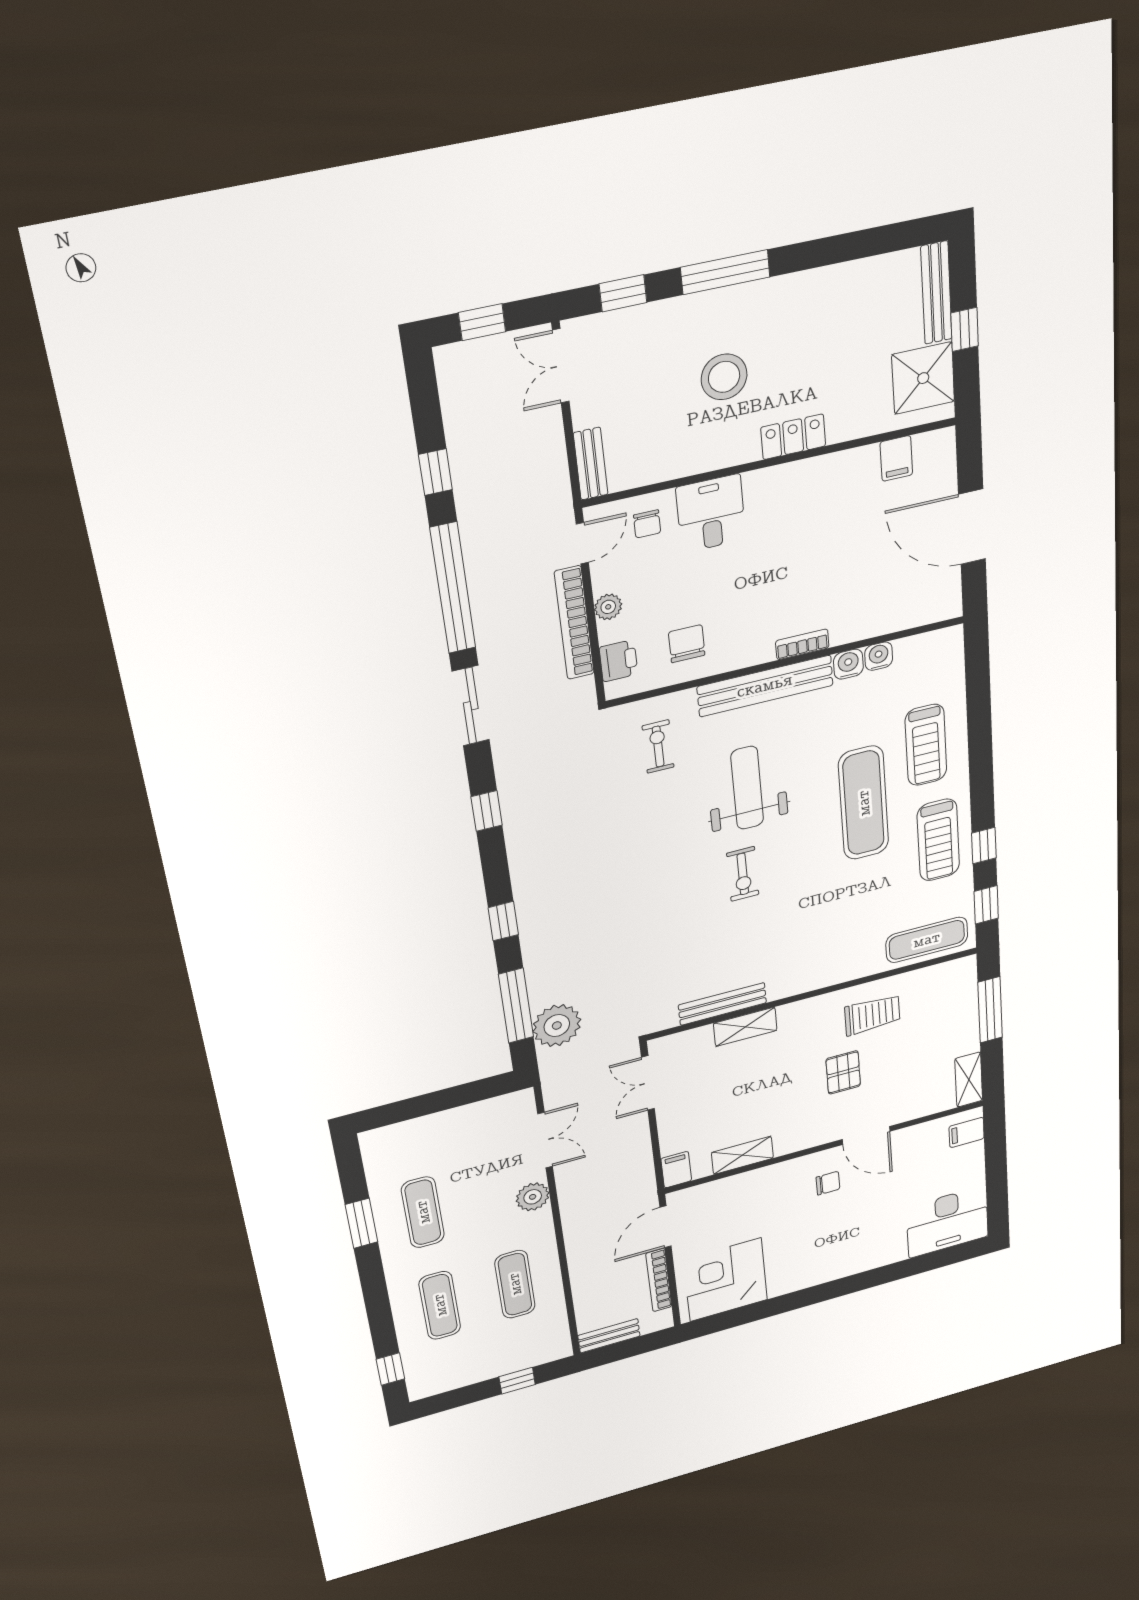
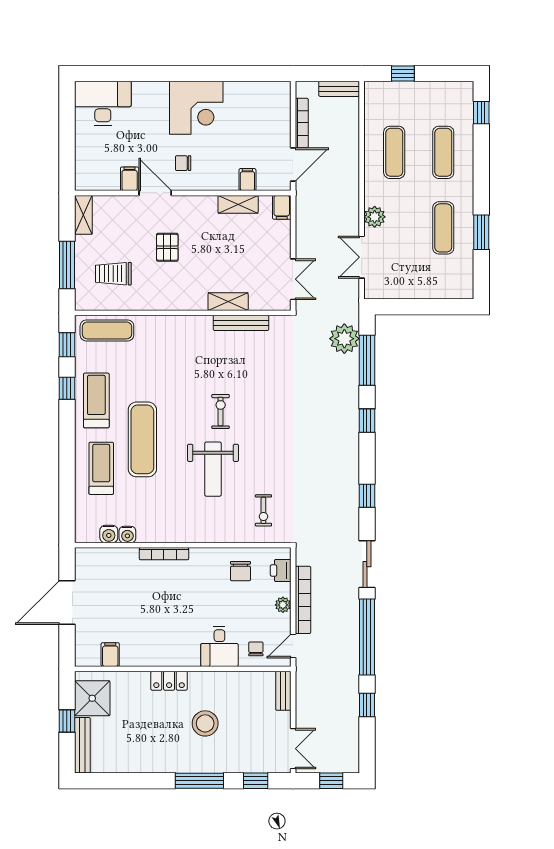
door: (972, 527) -> (67, 603), swing flipped
bookcase: (802, 644) -> (164, 554), width x1.56
water cooler: (848, 664) -> (109, 534), moved
bench: (765, 686) -> (197, 533), removed
trolley: (872, 1015) -> (113, 274), moved
filing cabinet: (967, 1132) -> (130, 179), moved, turned -90
filing cabinet: (731, 1190) -> (247, 180), added
corner desk: (726, 1280) -> (196, 108), moved

